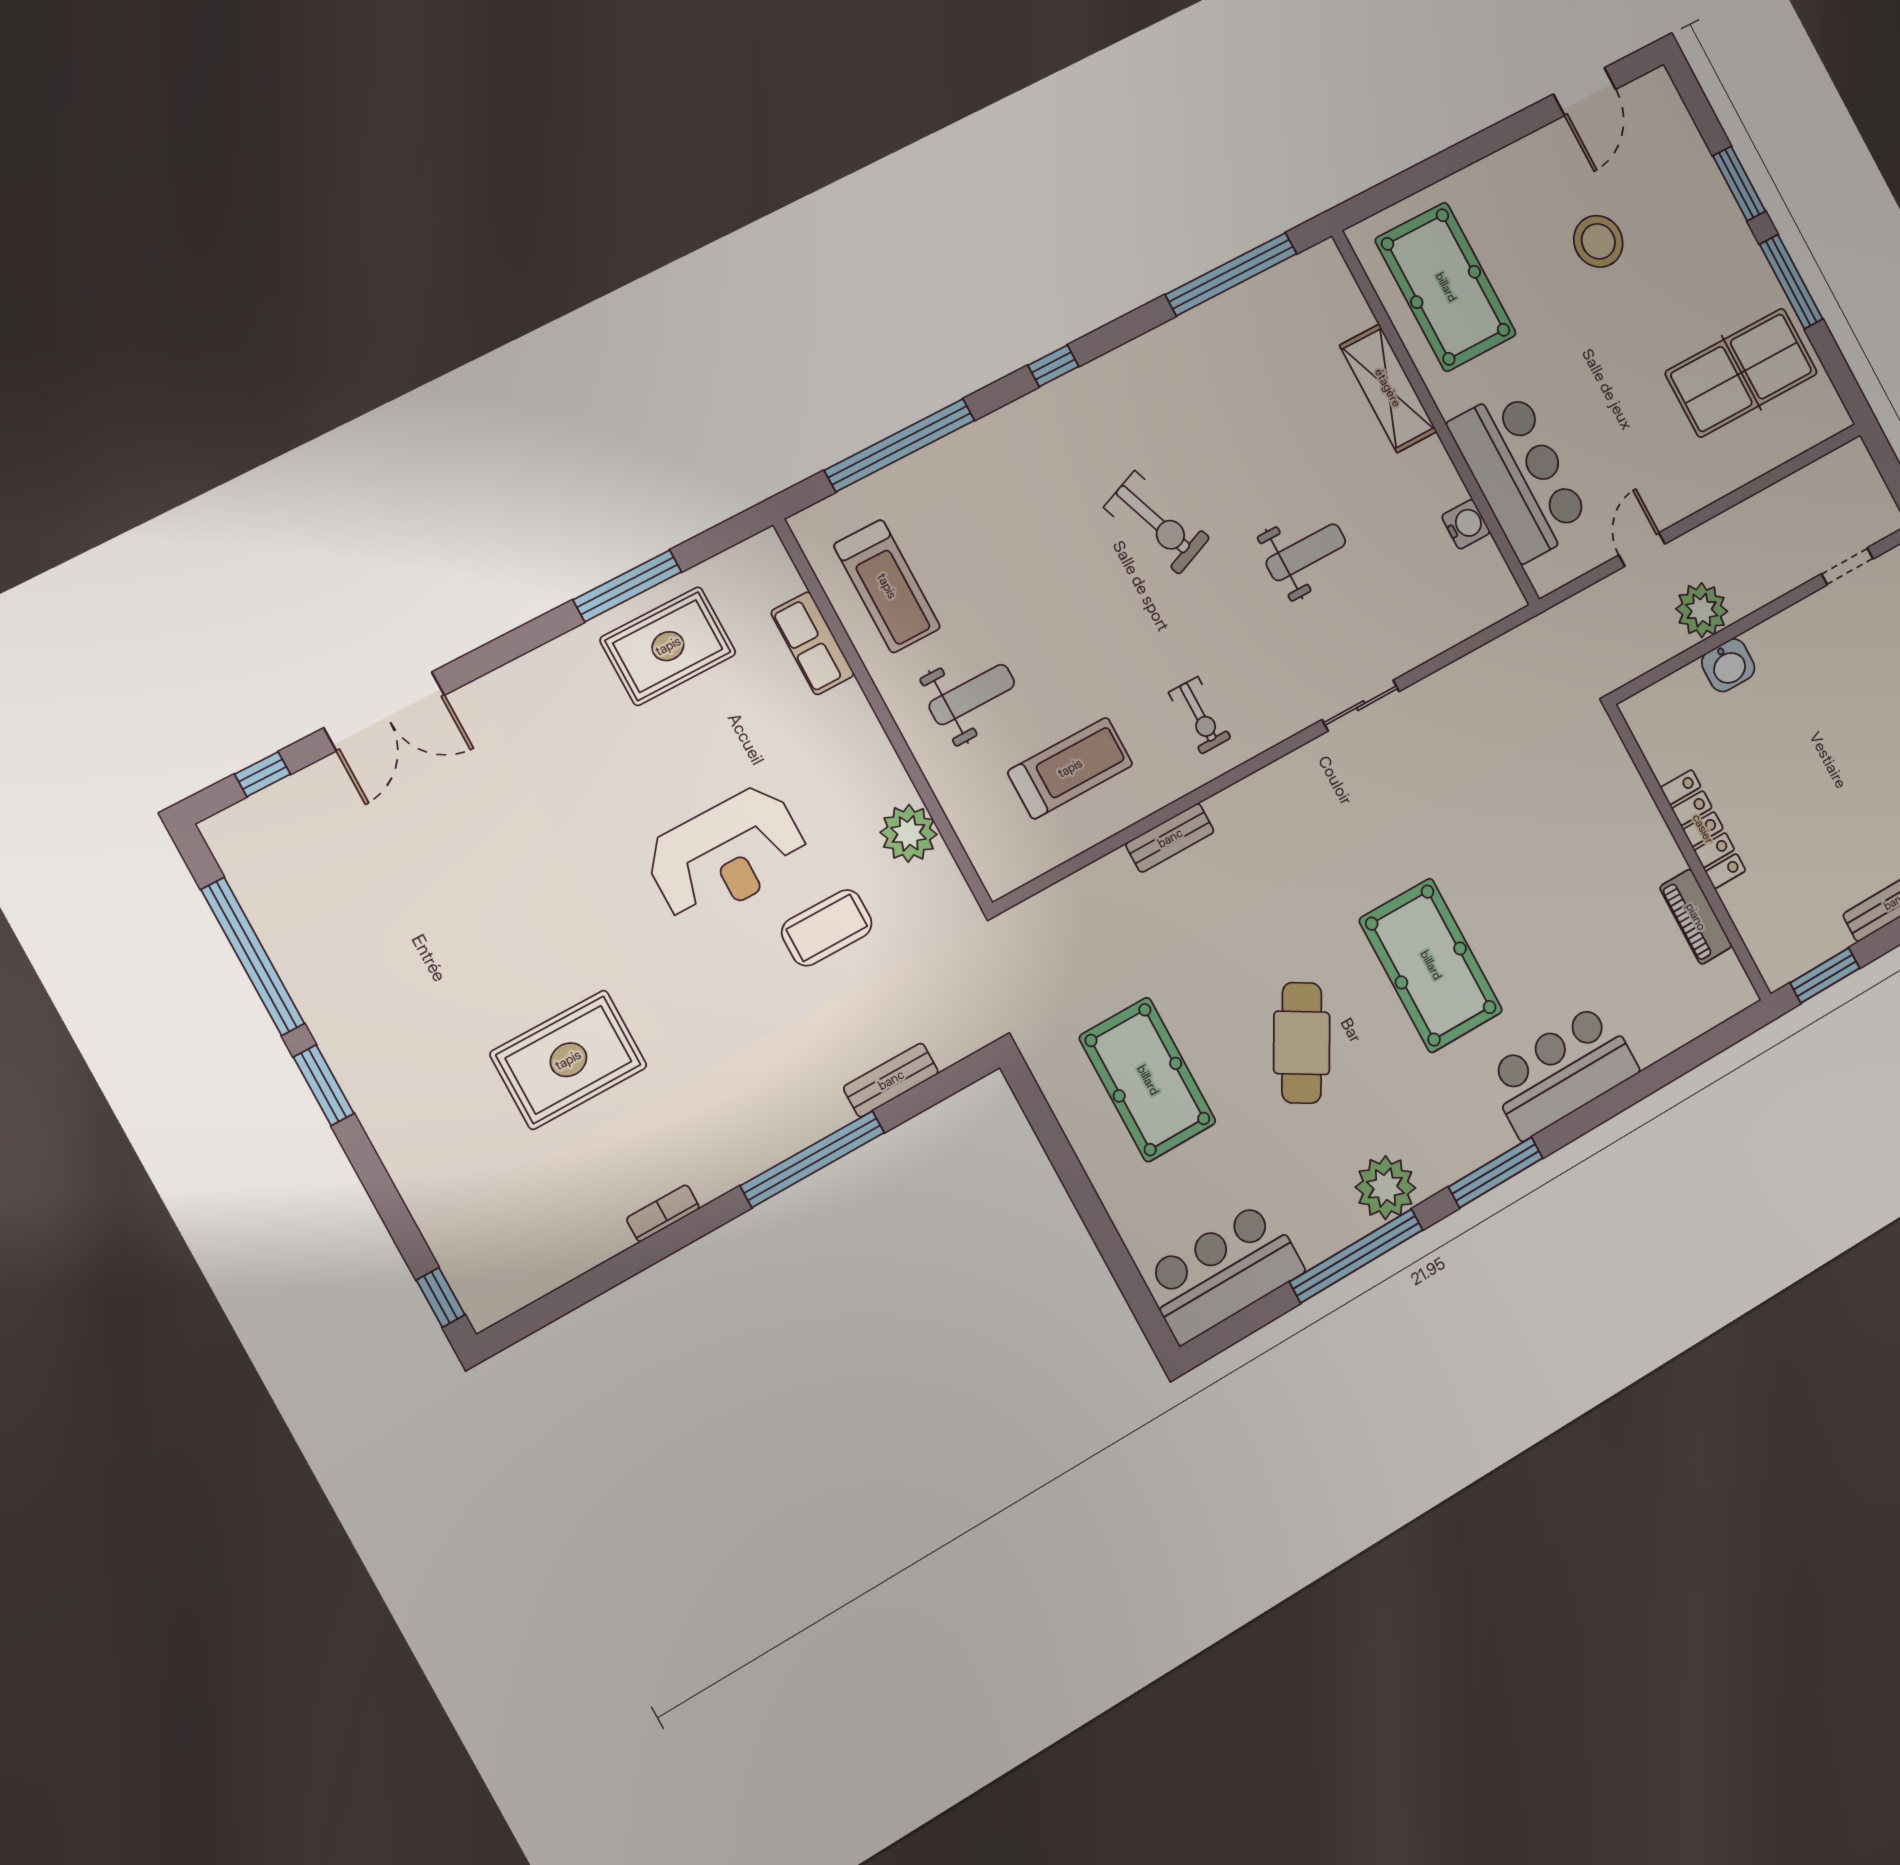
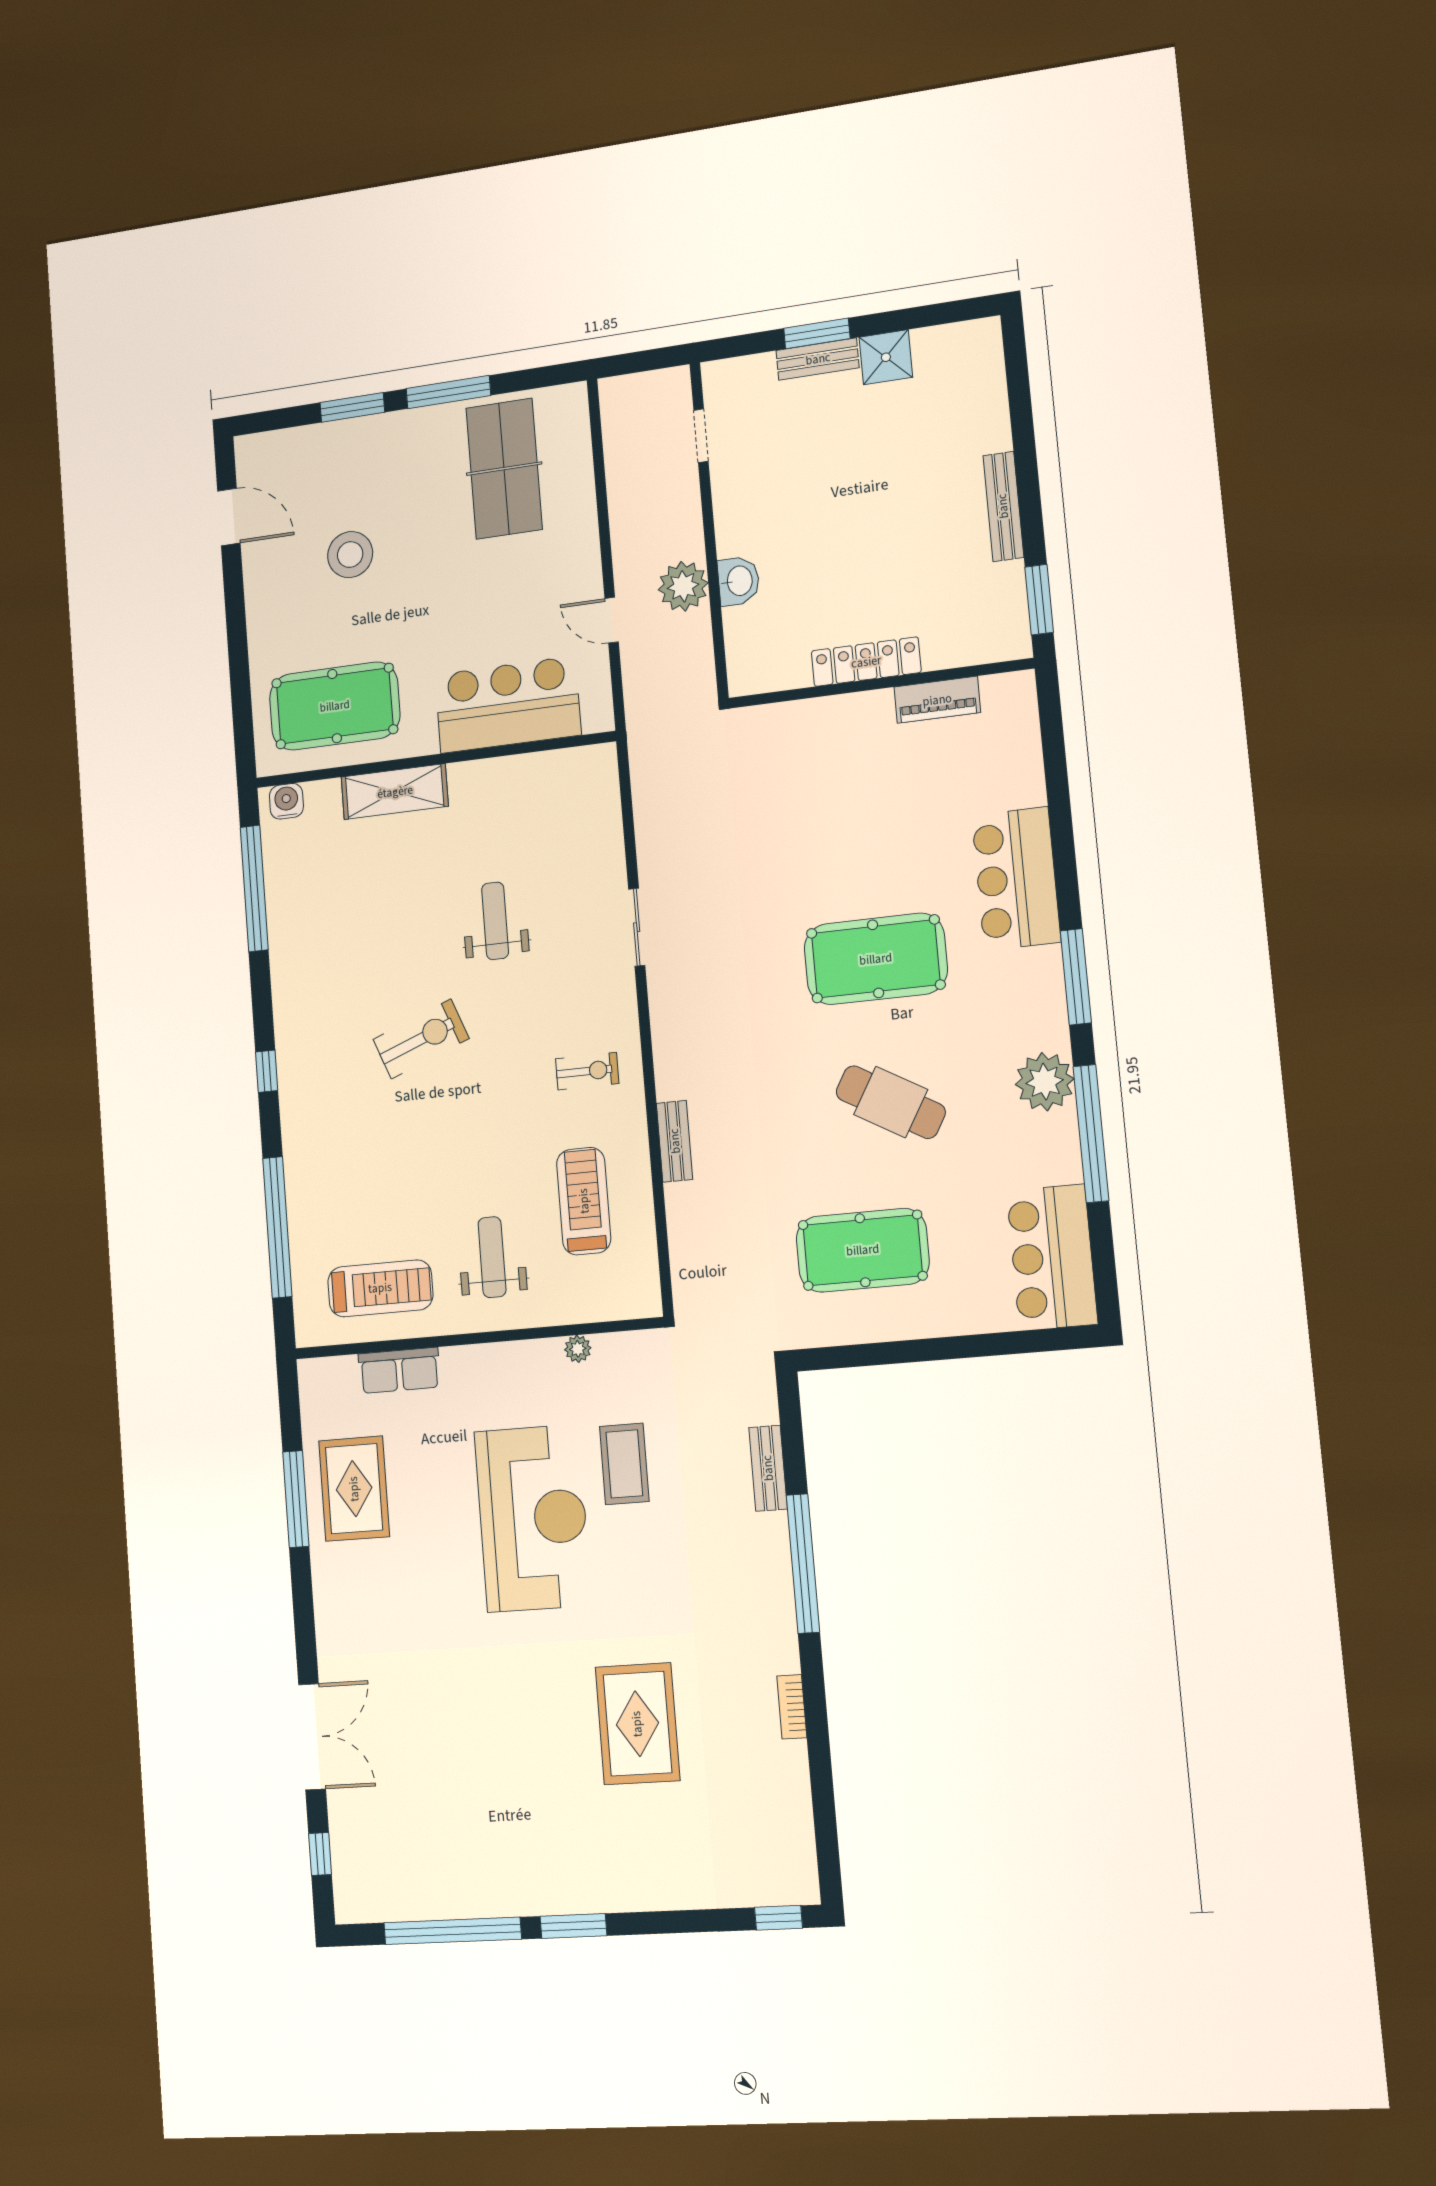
water cooler: (1466, 524) -> (286, 801), moved
plant: (909, 833) -> (578, 1349), width x0.53, depth x0.53
reception desk: (727, 855) -> (533, 1518), width x1.36, depth x1.30

